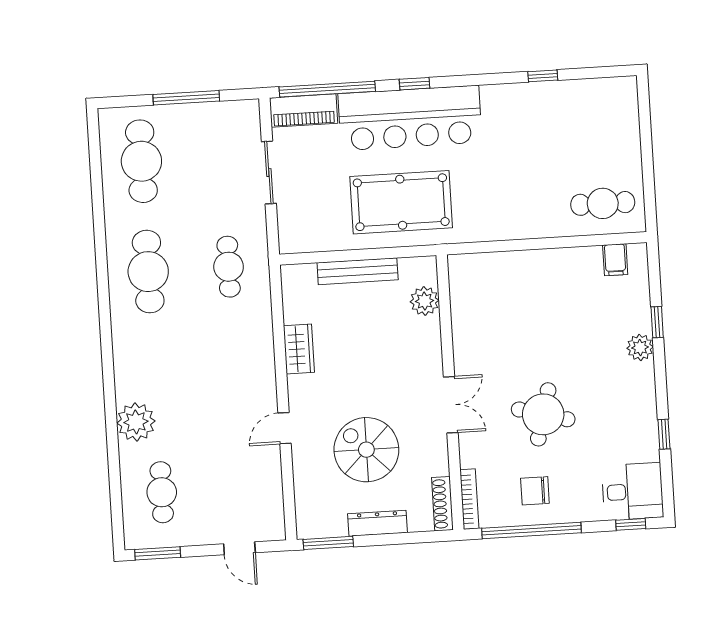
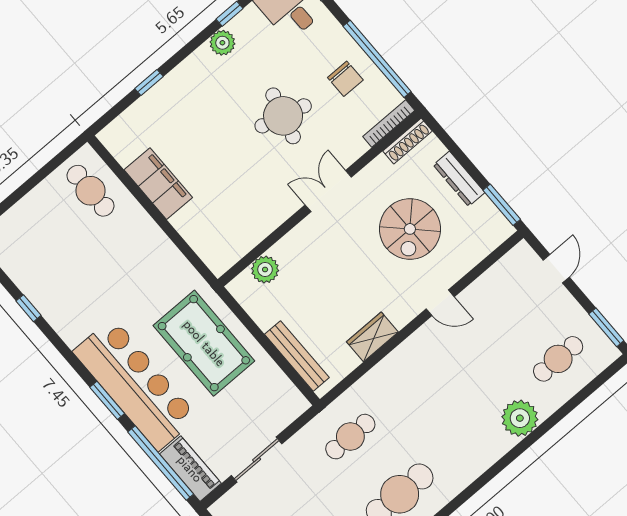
window: (415, 84) -> (107, 400), width x1.50
filing cabinet: (615, 260) -> (158, 184), moved, width x3.00, depth x1.17
bench: (358, 271) -> (297, 356), moved
plant: (640, 347) -> (222, 43), moved

